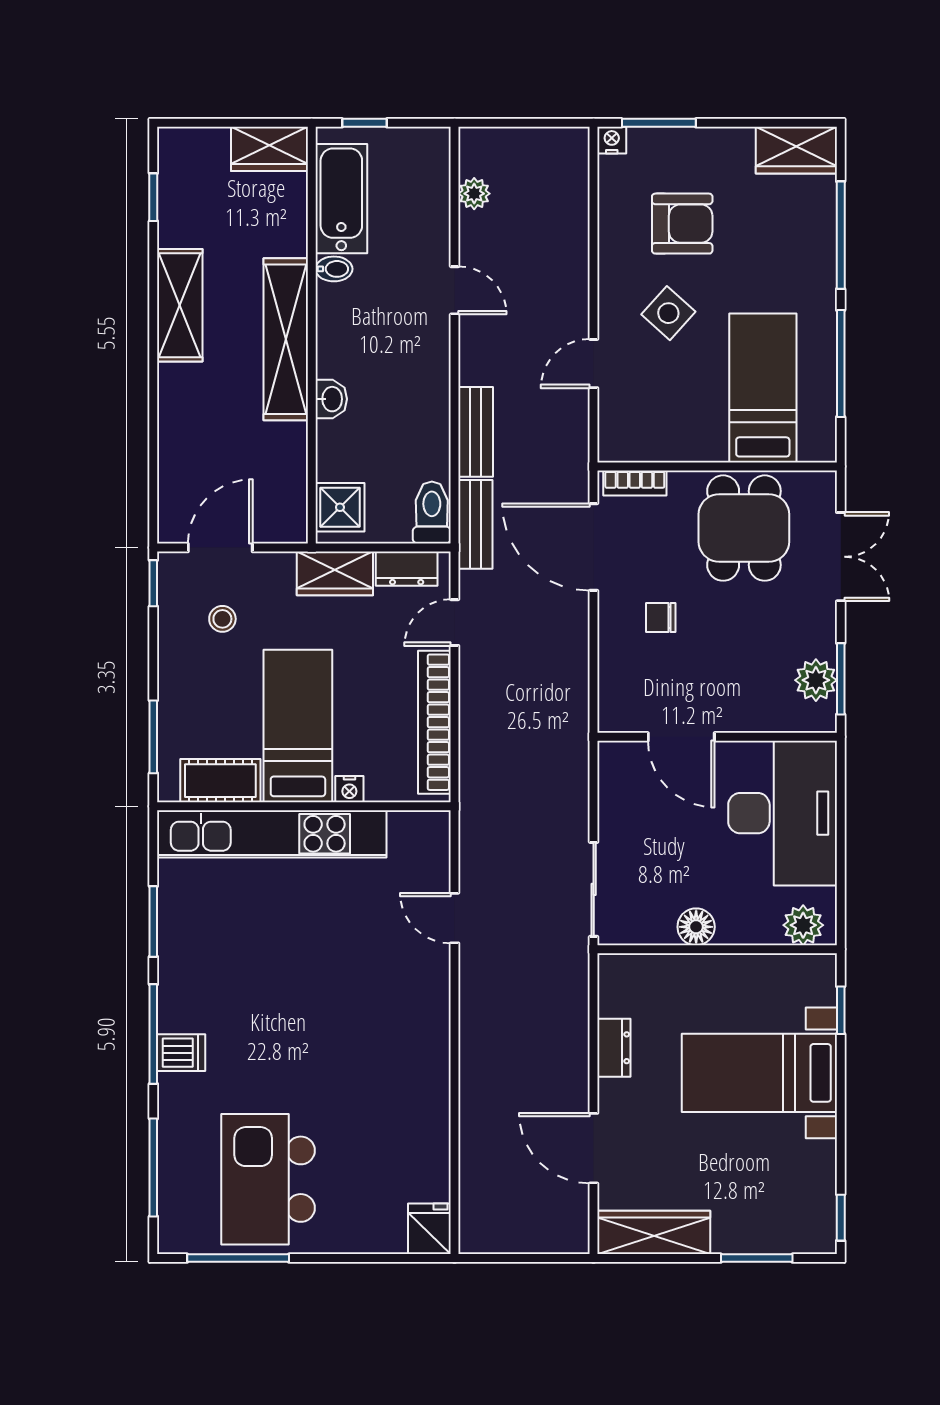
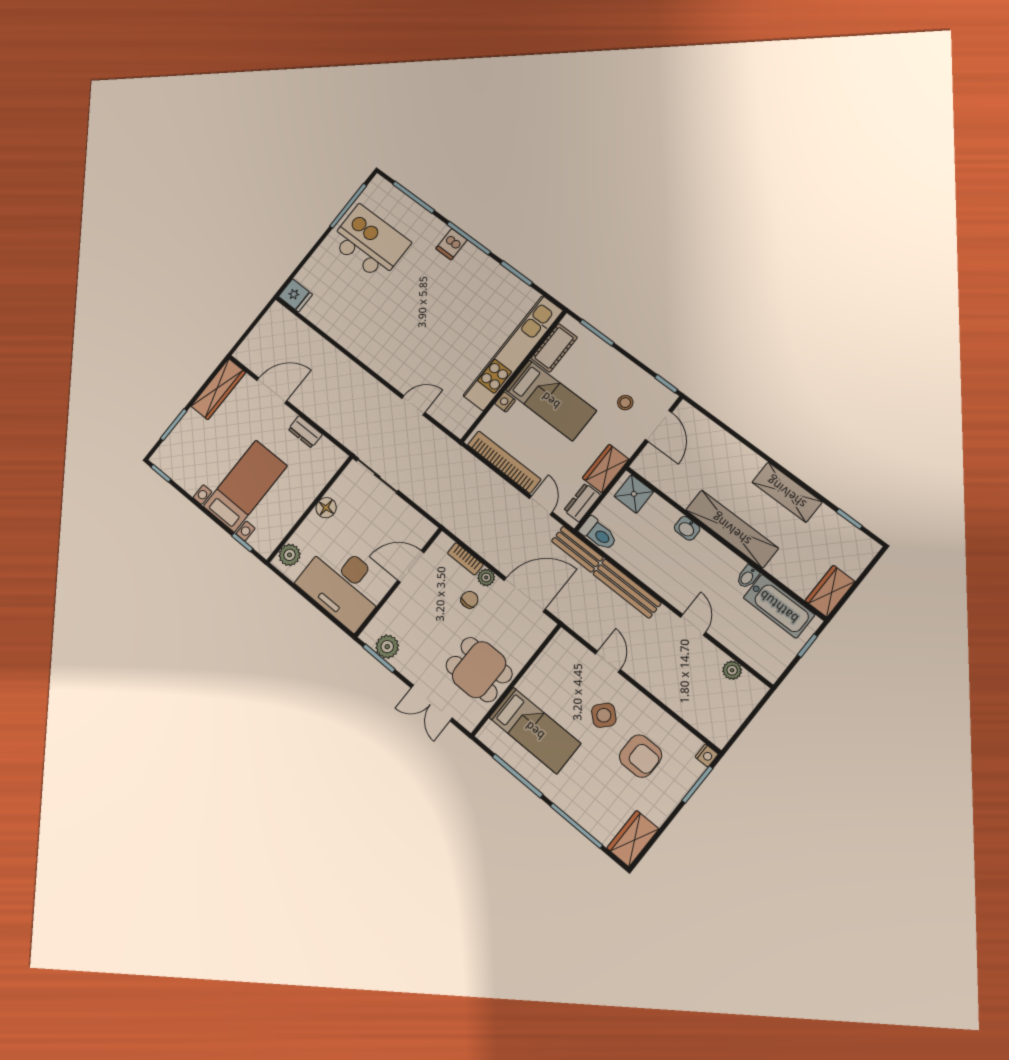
armchair: (682, 224) -> (641, 756), turned -90
door: (455, 290) -> (693, 625), swing flipped
bench: (476, 432) -> (627, 589), width x1.36
bookcase: (635, 483) -> (465, 559), moved, turned -90
plant: (612, 619) -> (486, 577), added

